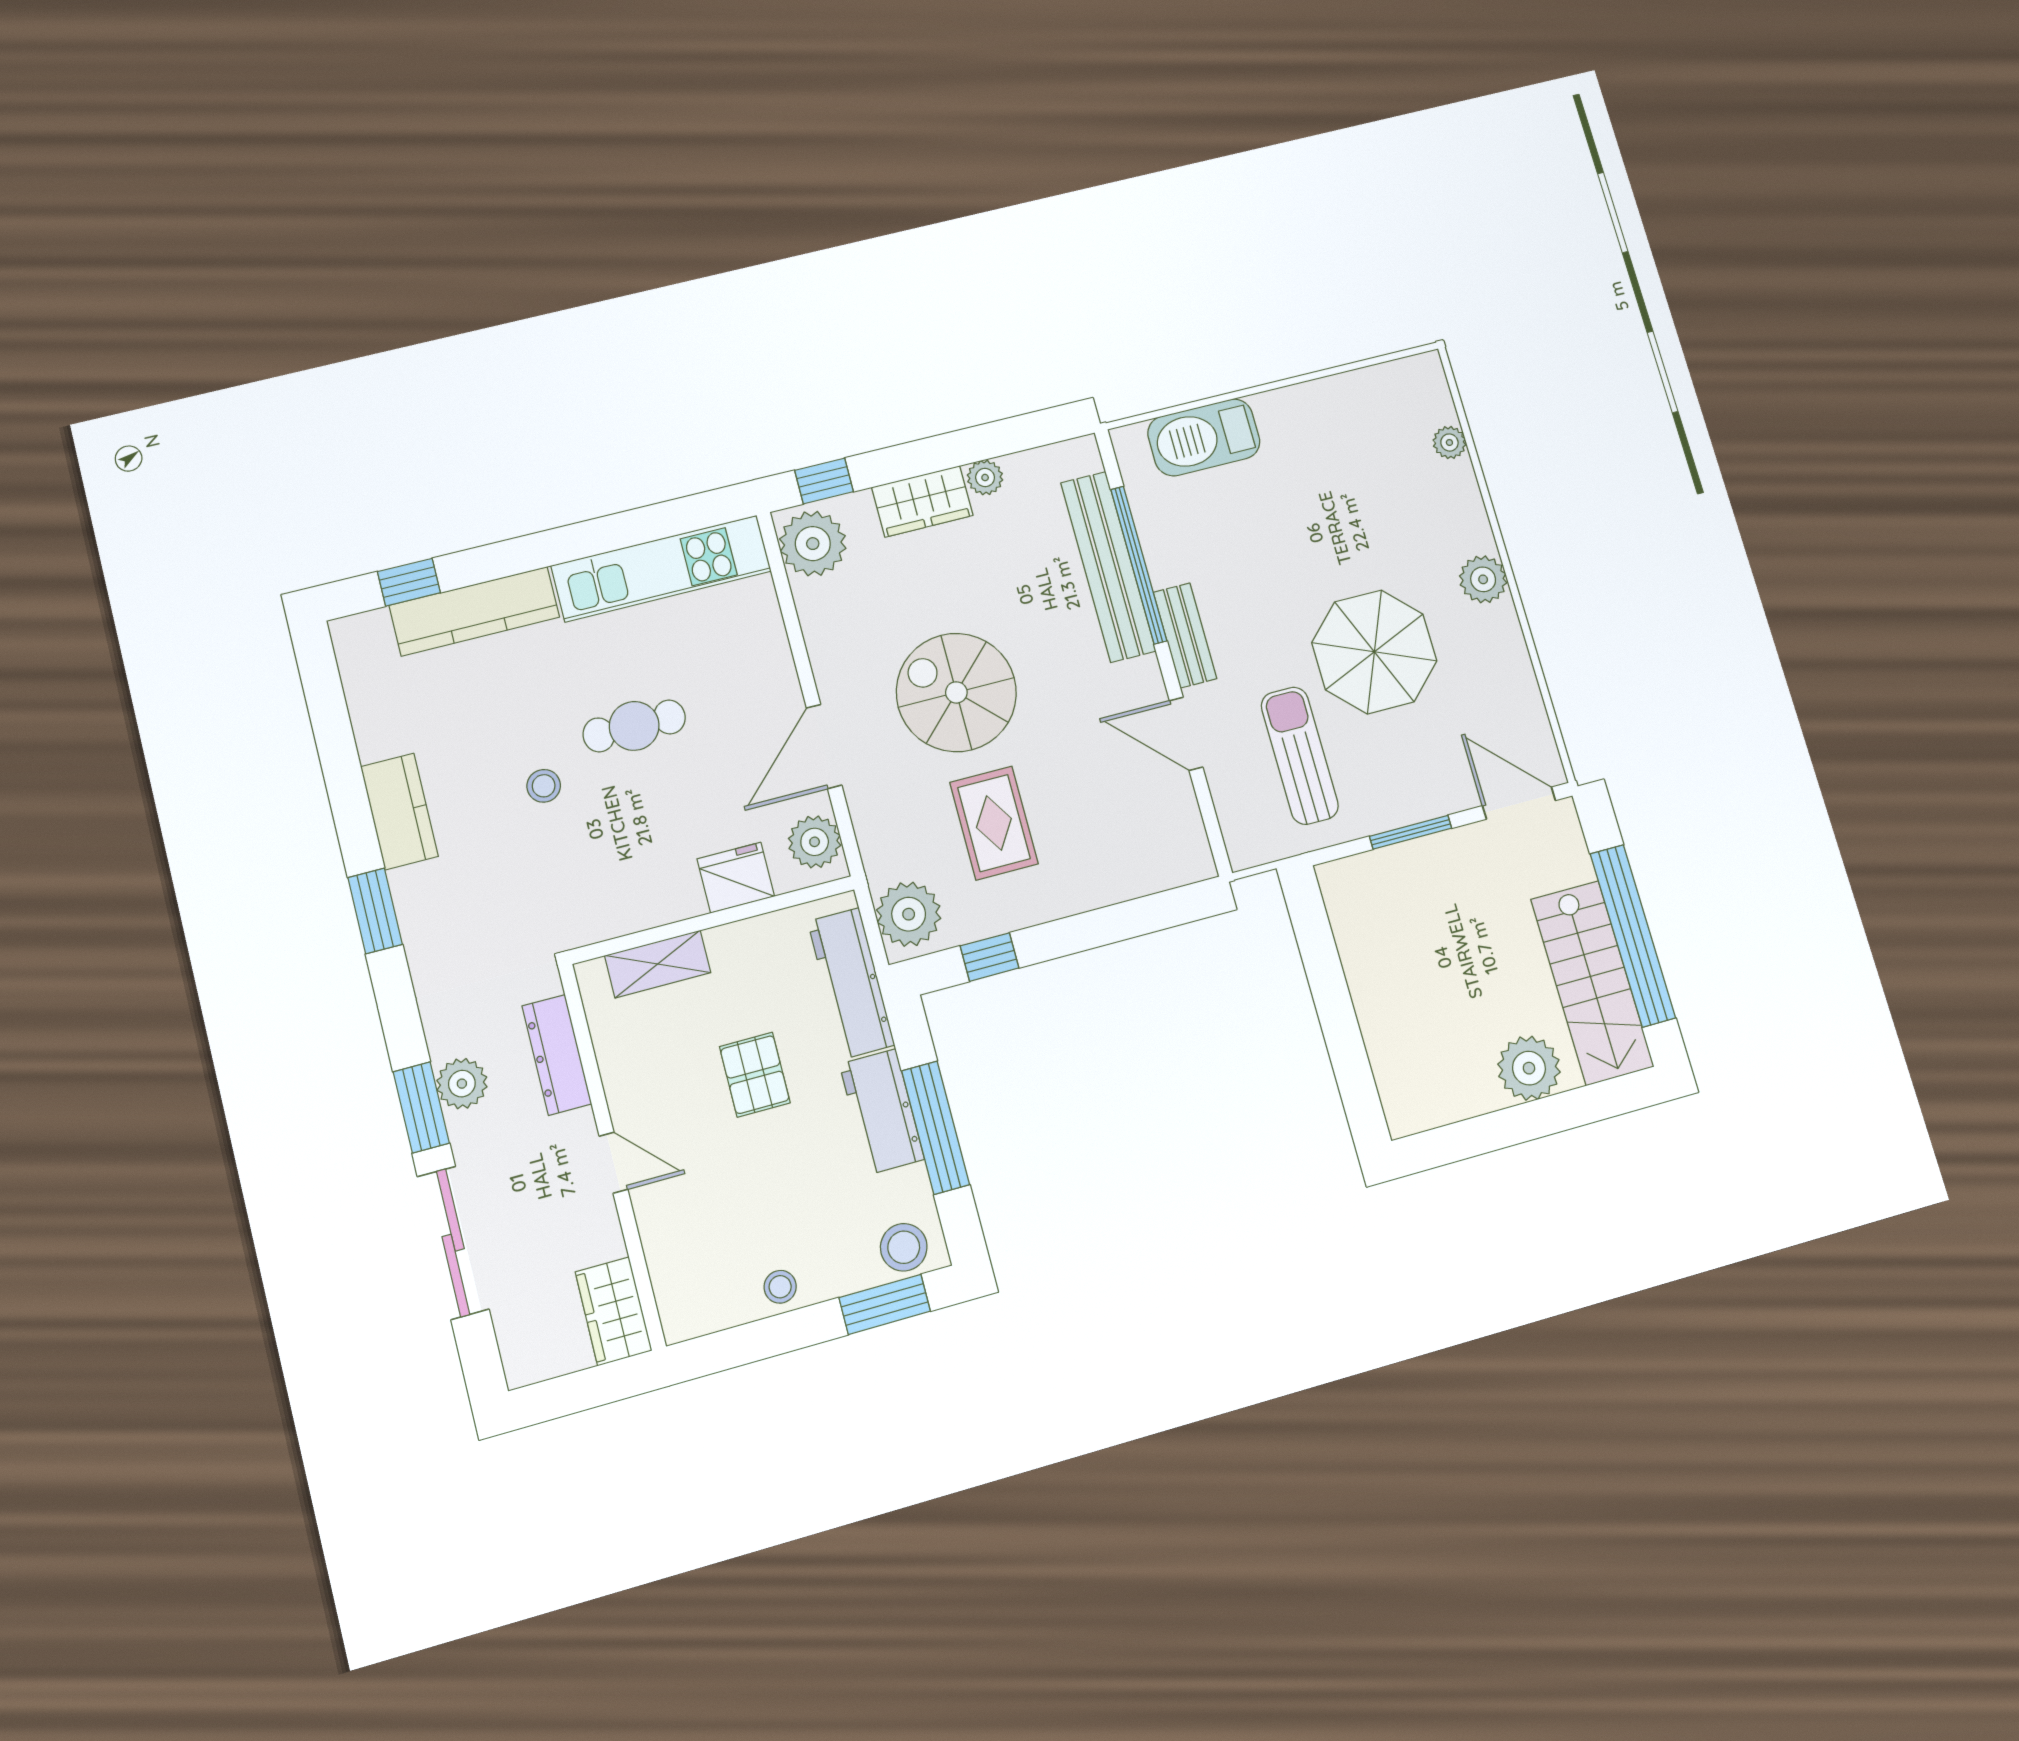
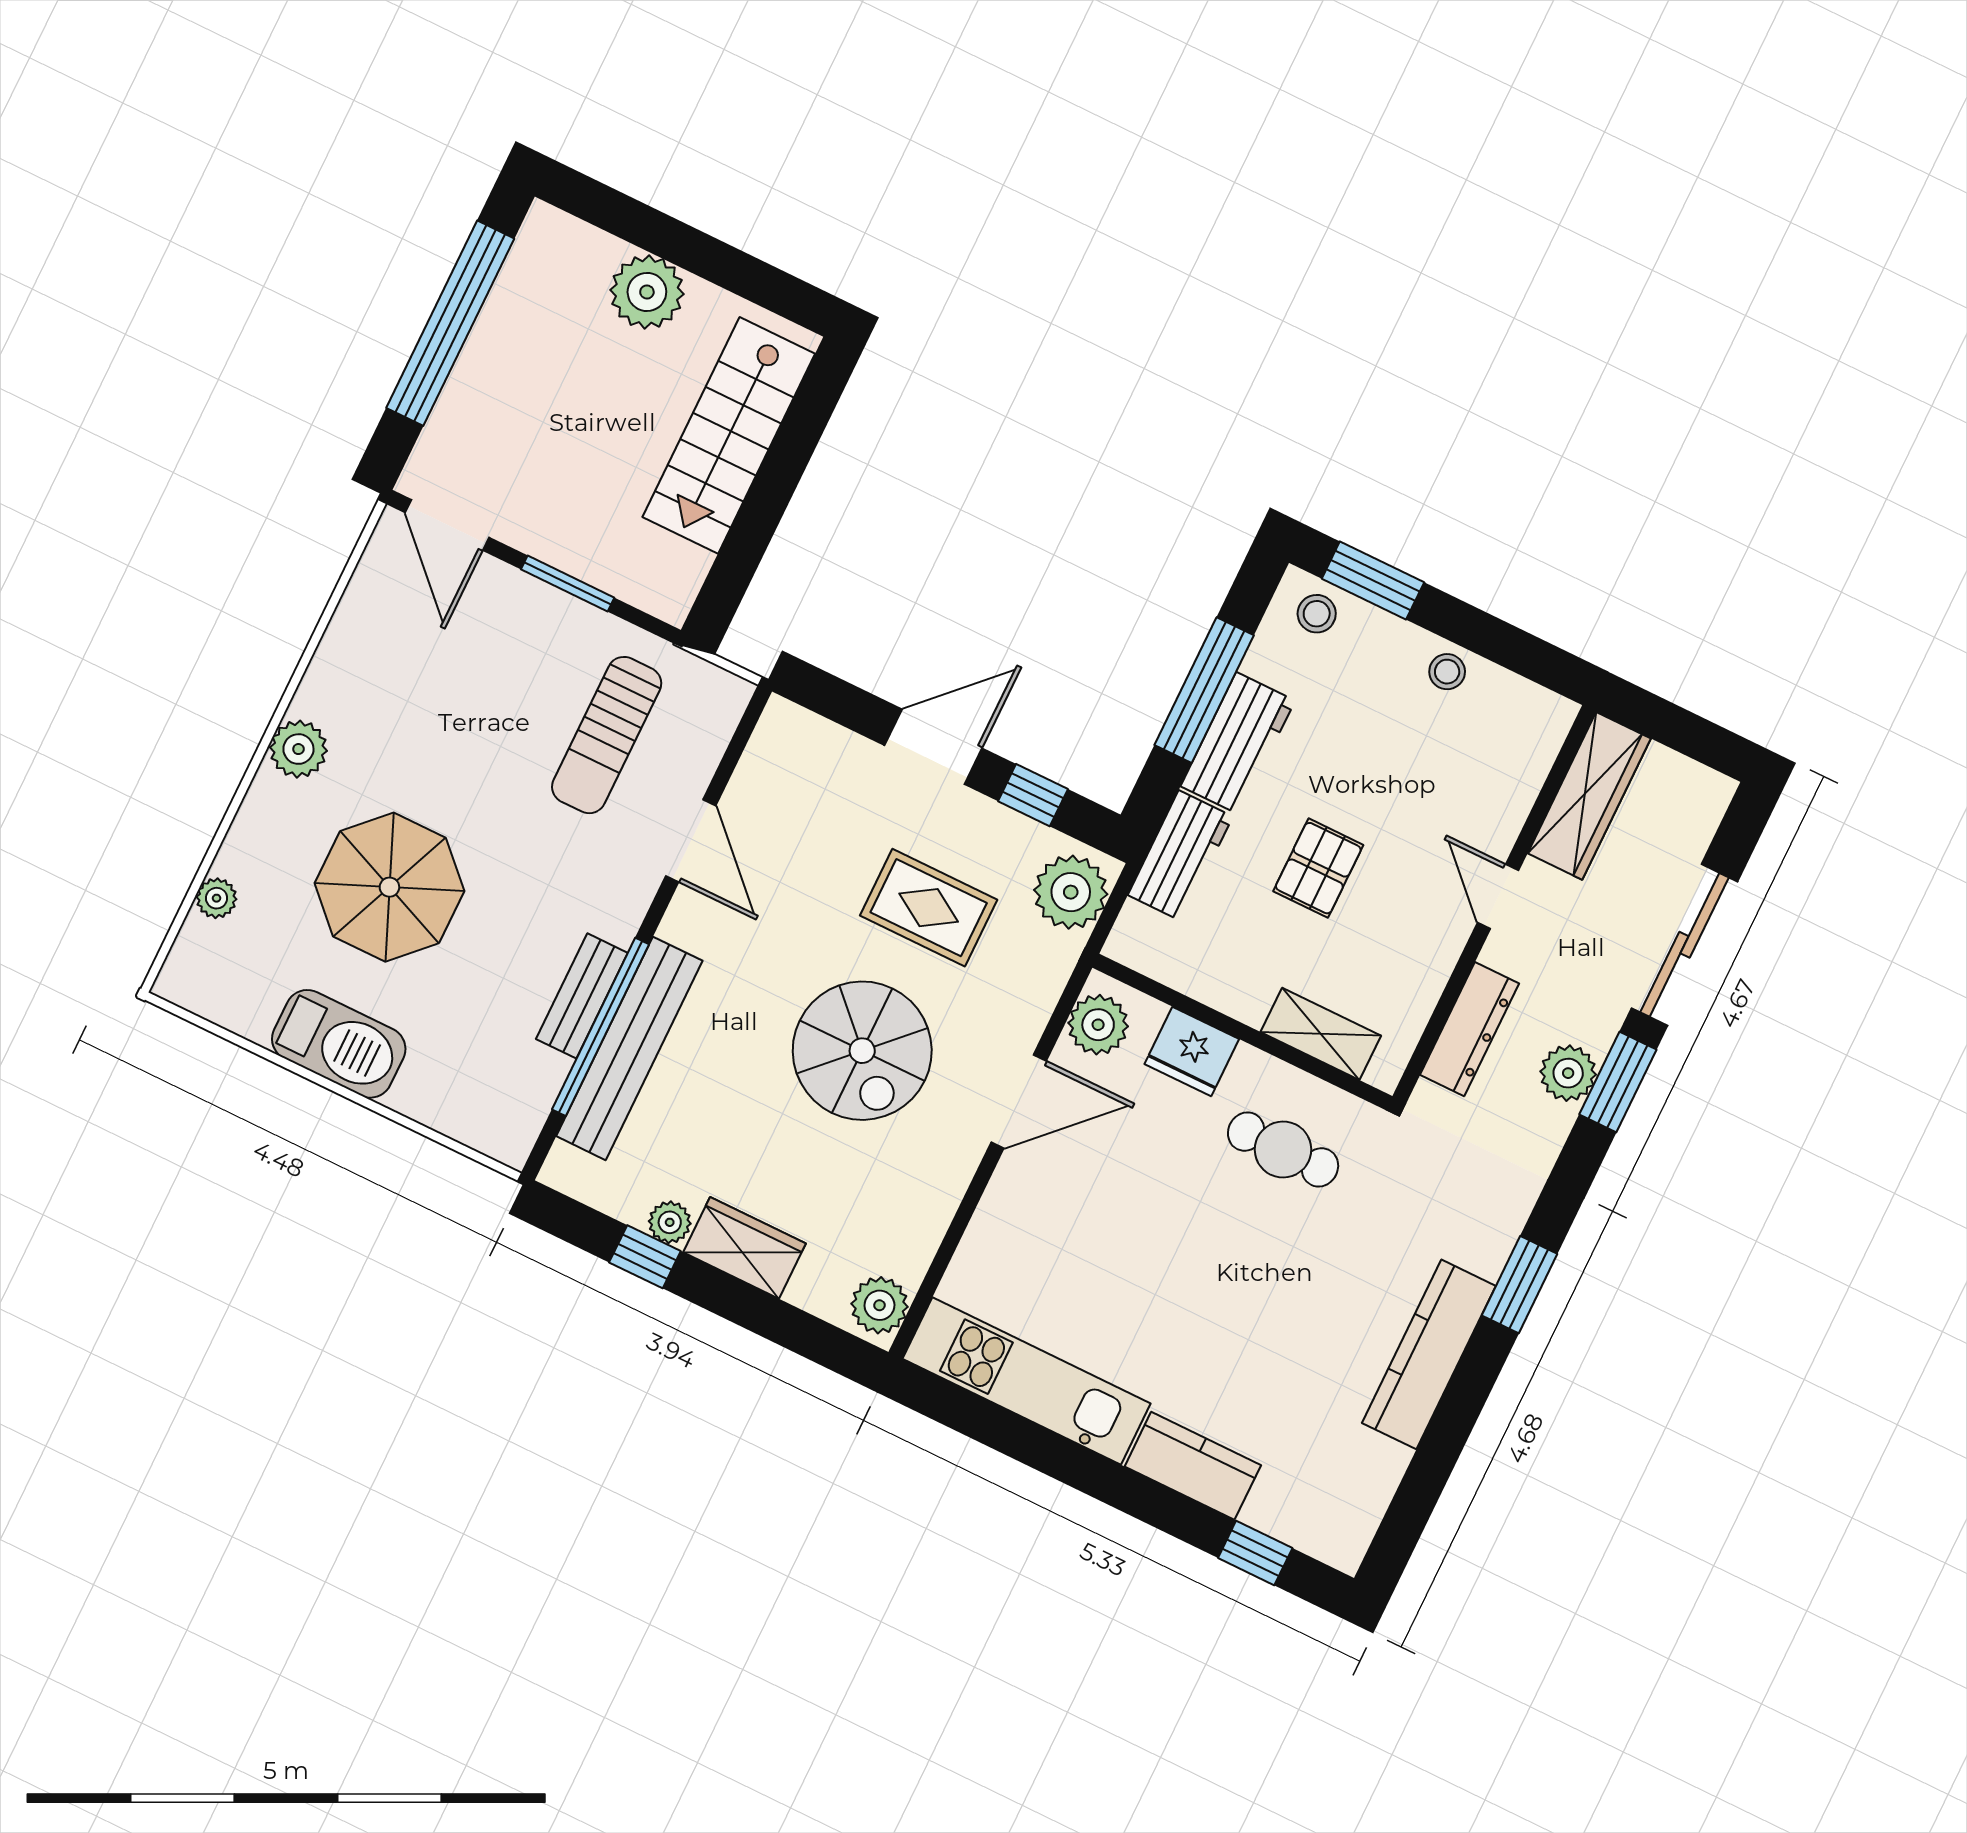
barbecue: (1204, 437) -> (339, 1044), moved
window: (824, 481) -> (645, 1257), moved
plant: (813, 544) -> (879, 1305), width x0.73, depth x0.73
kitchen counter: (474, 611) -> (1193, 1466), width x0.67
bench: (1185, 635) -> (582, 996), moved
parasol: (1374, 652) -> (389, 887), moved
cafe table: (634, 726) -> (1283, 1150), moved
stool: (544, 786) -> (1289, 1273), removed
kitchen counter: (399, 811) -> (1429, 1354), width x1.50
rug: (994, 823) -> (929, 908), turned 90
door: (1083, 932) -> (933, 747), added
workbench: (851, 983) -> (1180, 856), width x0.73
stairs: (1592, 983) -> (729, 435), moved, turned 180
stool: (904, 1247) -> (1317, 614), width x0.73, depth x0.73
wardrobe: (614, 1311) -> (1589, 796), width x1.50

